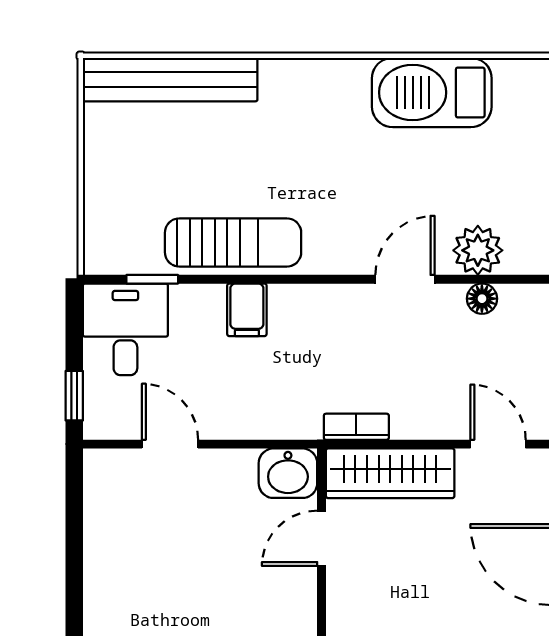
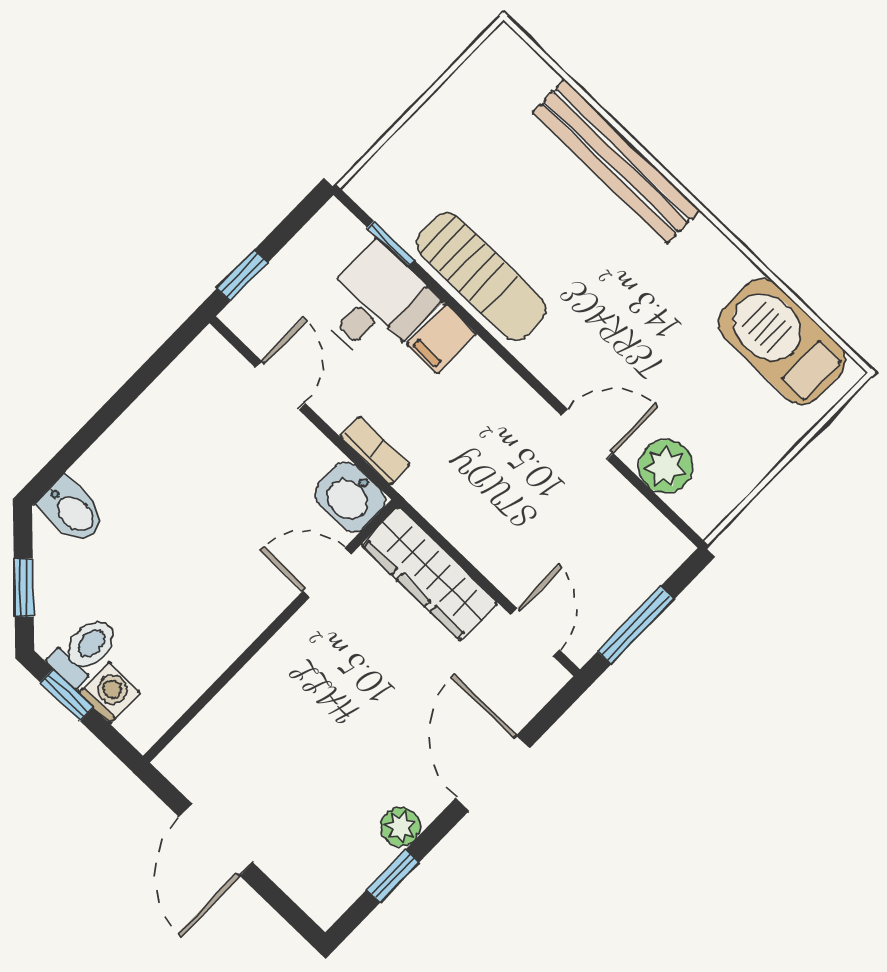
bench: (170, 80) -> (616, 161), moved
barbecue: (432, 92) -> (782, 341), moved
floor lamp: (482, 299) -> (632, 507), removed
desk: (125, 329) -> (375, 305), moved
bookcase: (356, 427) -> (375, 451), moved

